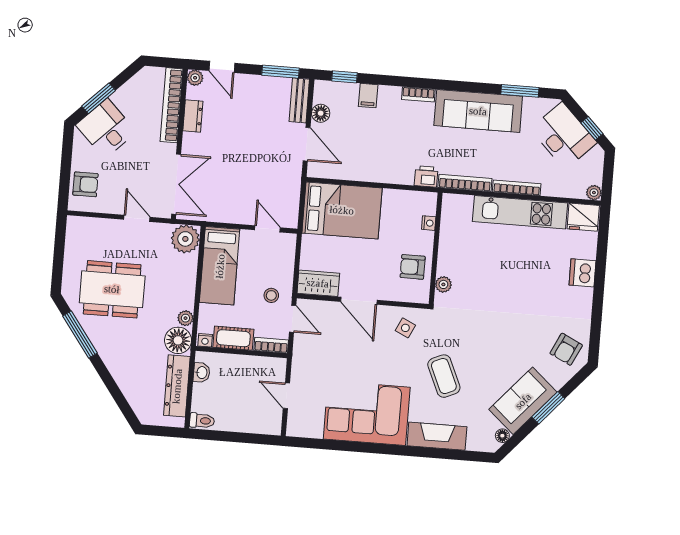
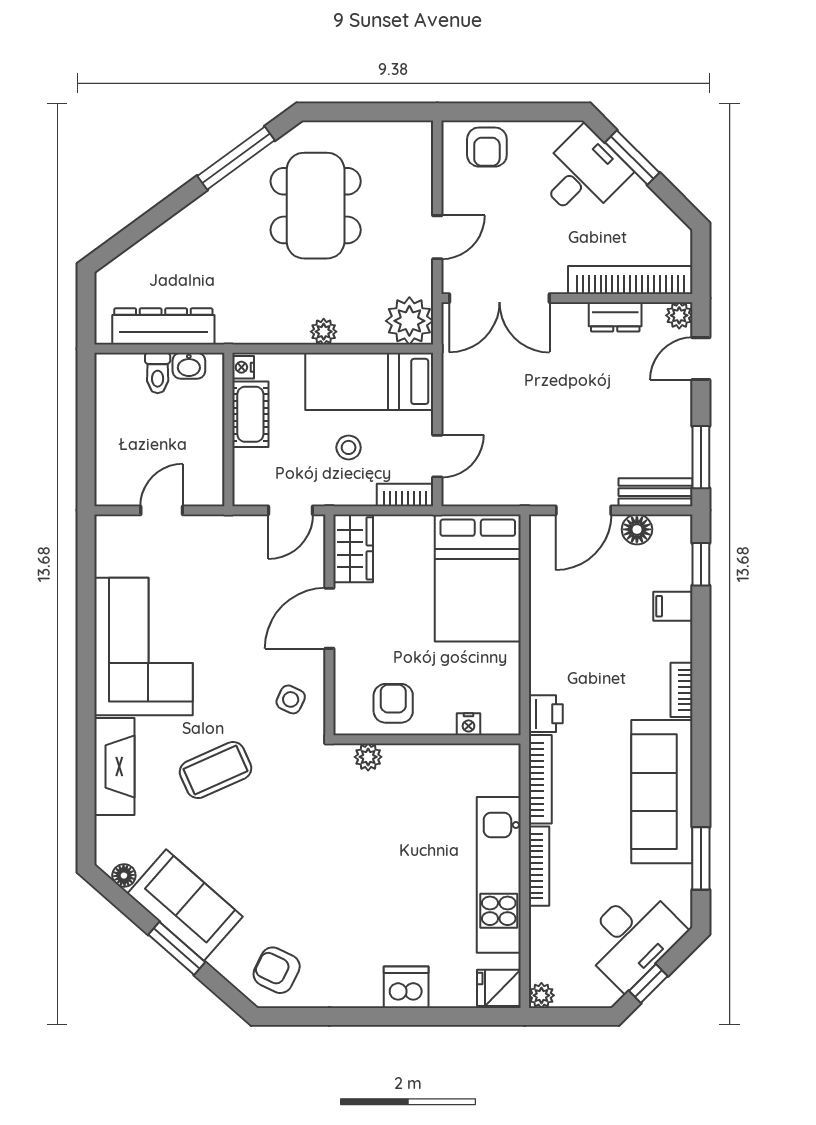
fridge: (583, 217) -> (499, 988), width x0.72
stool: (271, 295) -> (349, 447), moved
plant: (185, 318) -> (324, 332), moved
floor lamp: (178, 340) -> (239, 322), removed
bookcase: (271, 345) -> (405, 495), moved, turned -90
toilet: (202, 421) -> (158, 373), moved

